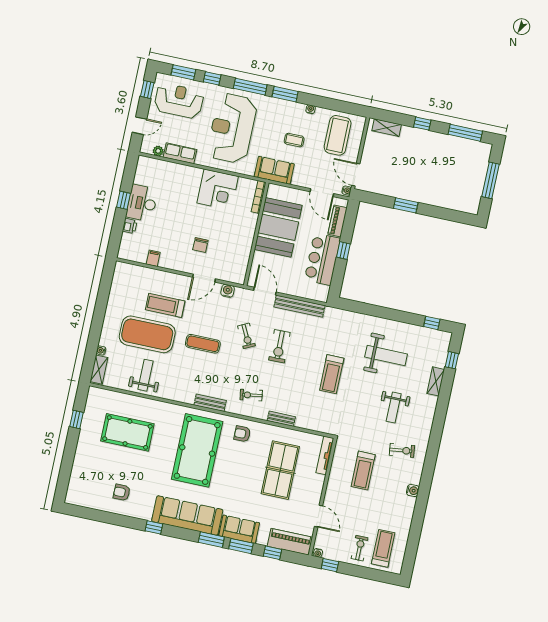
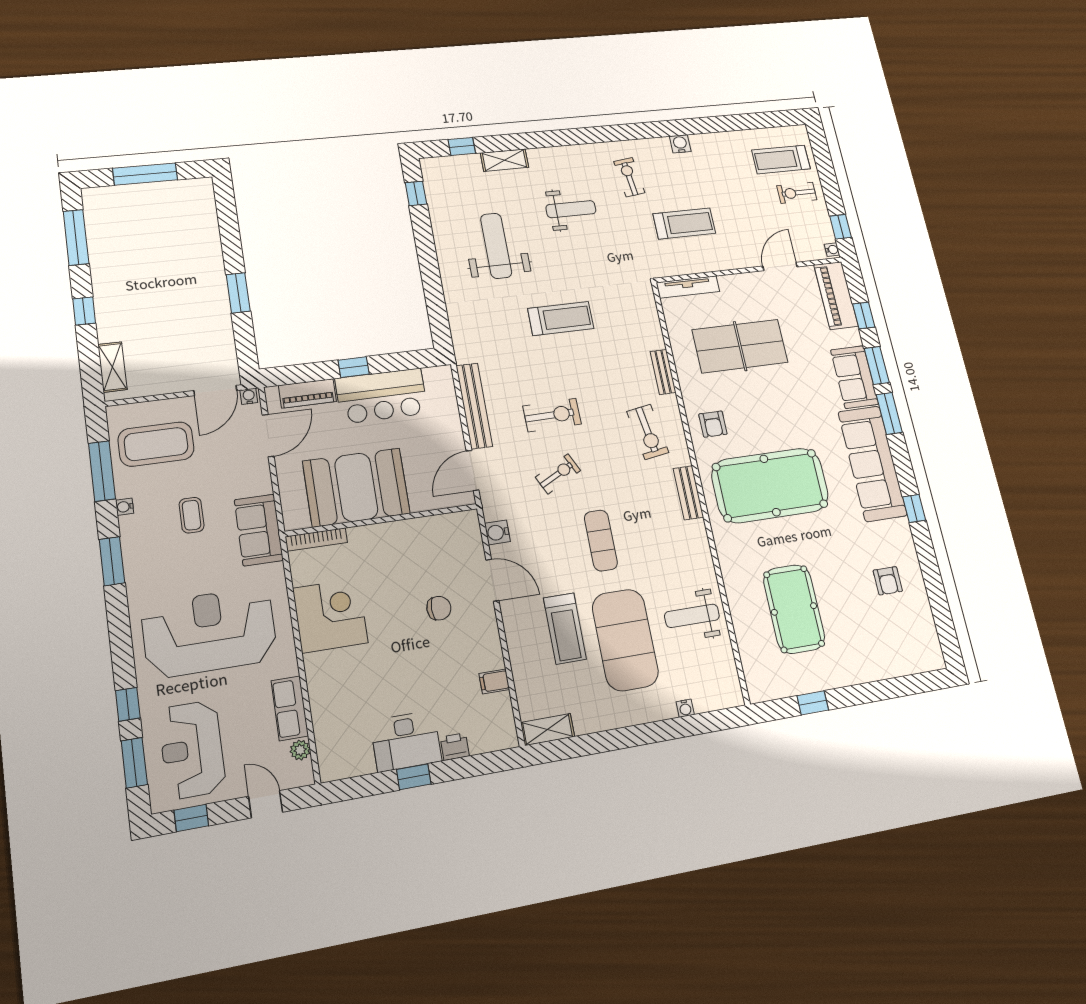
window: (250, 87) -> (102, 471), moved
reception desk: (232, 128) -> (209, 632), turned 180
shelving: (99, 370) -> (548, 730), moved
exercise bike: (251, 395) -> (648, 432), width x1.38, depth x1.39

